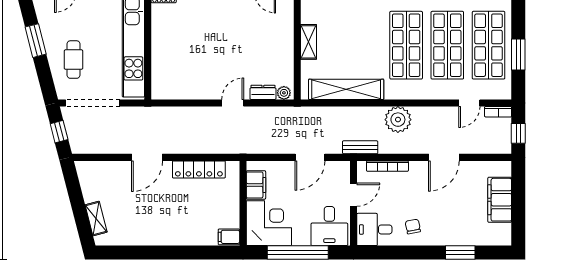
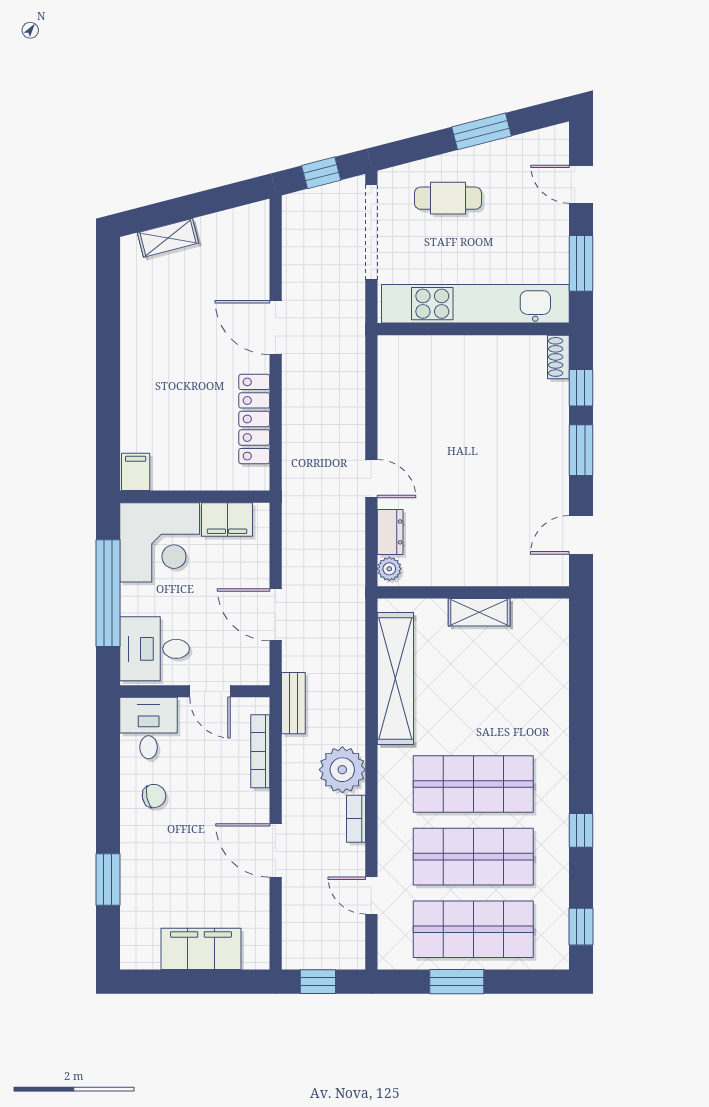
bookcase: (498, 112) -> (356, 819), moved

